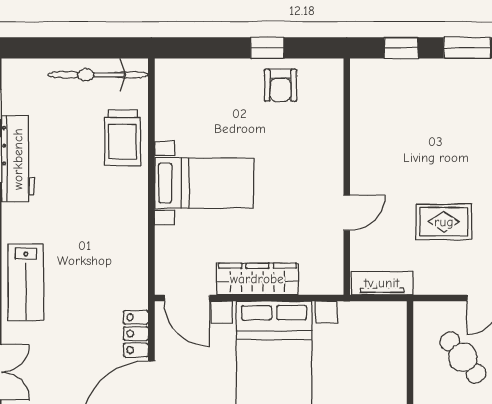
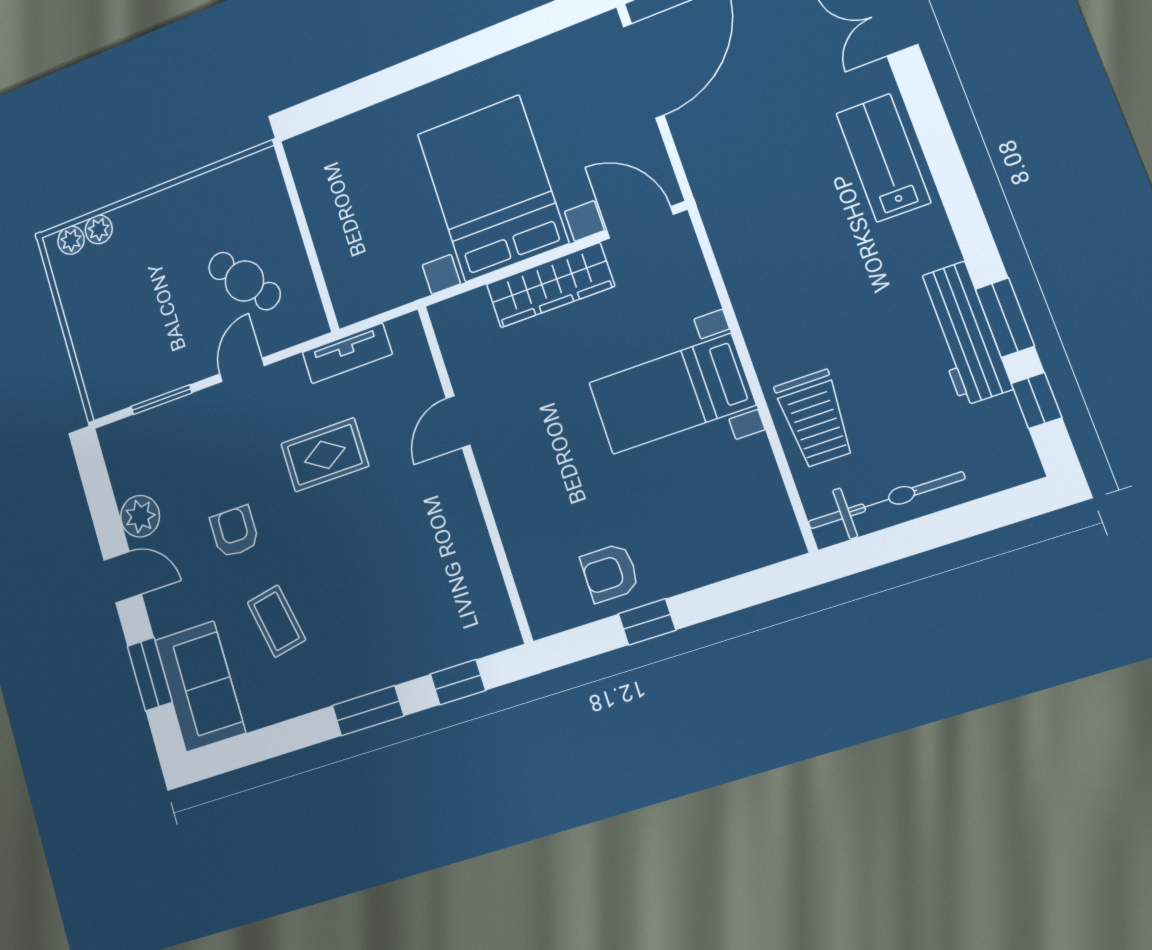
armchair: (280, 85) -> (610, 573), turned -90
trolley: (122, 138) -> (815, 419), turned 180
tv unit: (382, 283) -> (347, 353), moved
locker: (136, 334) -> (695, 146), removed

